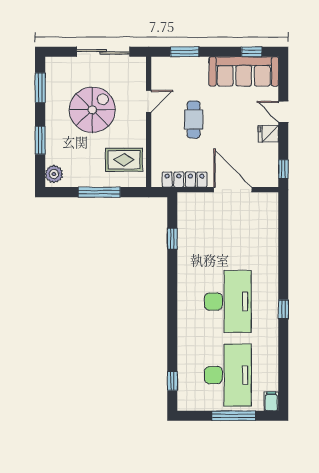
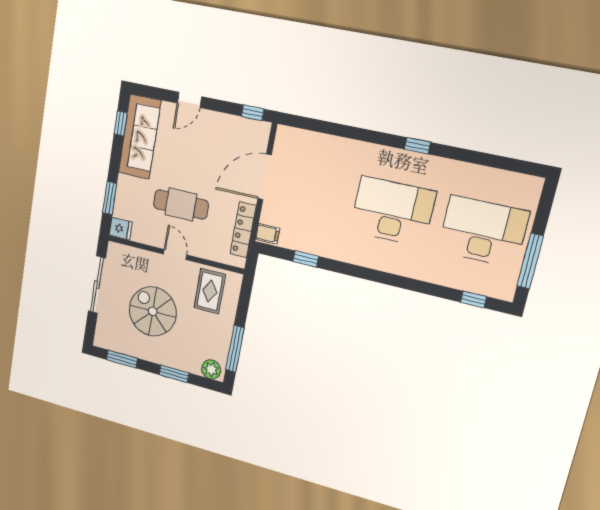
door: (149, 101) -> (175, 254), moved
cafe table: (194, 120) -> (181, 204), width x1.37, depth x1.35
fridge: (268, 134) -> (121, 229), moved, turned -90
window: (99, 192) -> (235, 349), moved
filing cabinet: (271, 401) -> (268, 234), moved, turned 180
window: (234, 416) -> (530, 261), moved

